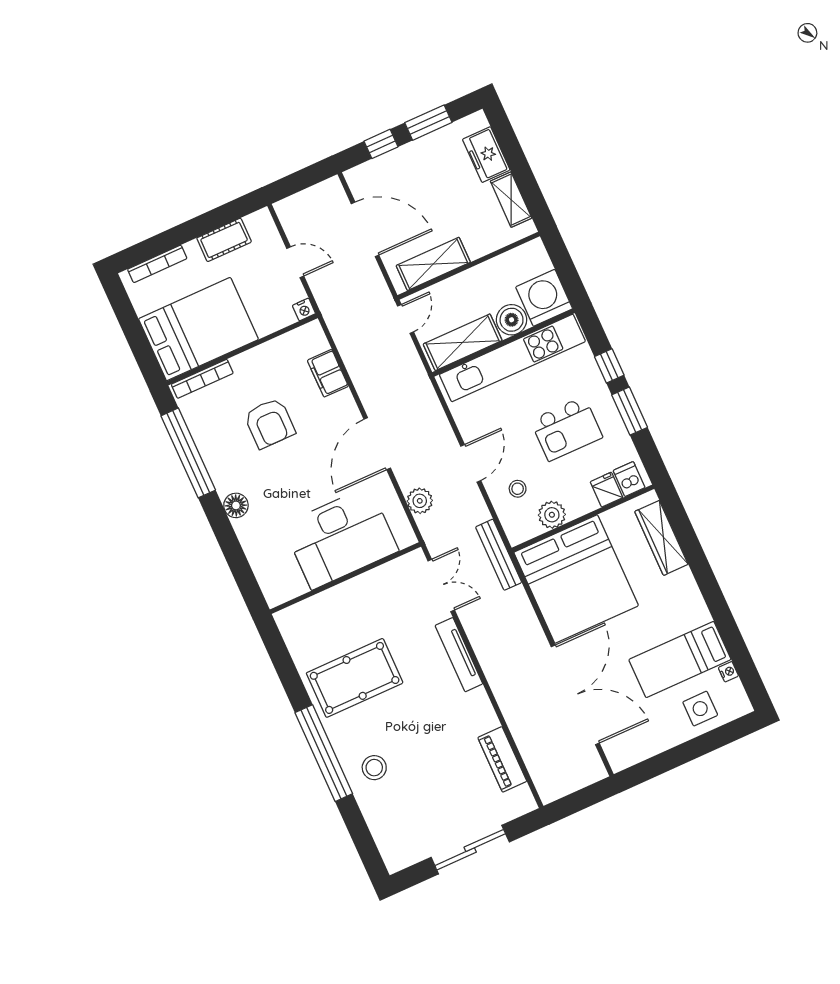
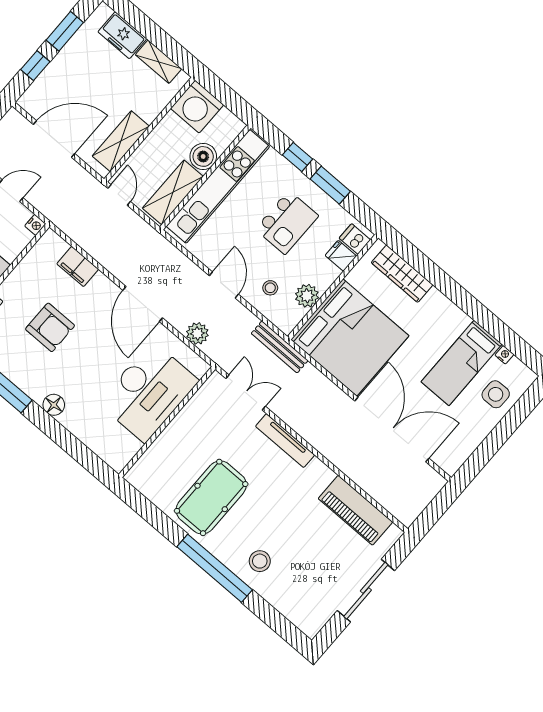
washing machine: (544, 298) -> (197, 107), moved, turned -90
piano: (502, 759) -> (355, 510), width x1.37, depth x1.33

